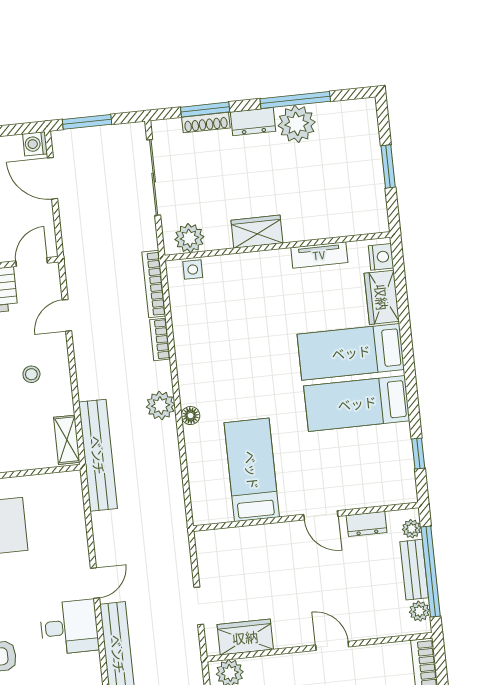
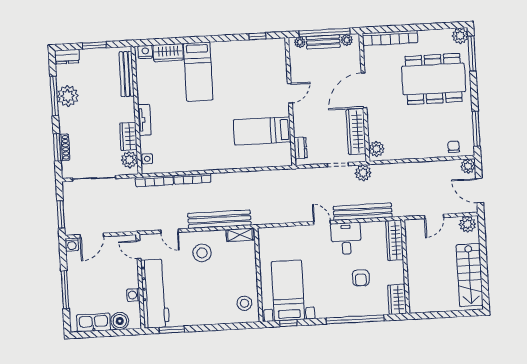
dresser: (253, 122) -> (67, 57), moved, turned 90
bench: (340, 226) -> (127, 74), added
wardrobe: (257, 232) -> (128, 136), moved
tv unit: (319, 255) -> (144, 120), moved
bookcase: (160, 339) -> (192, 179), width x1.56
stool: (31, 374) -> (202, 253), width x1.89, depth x1.89
bed: (357, 403) -> (227, 70), removed
plant: (161, 405) -> (363, 173), moved
floor lamp: (191, 416) -> (230, 164), removed
bench: (98, 455) -> (219, 219), moved
dresser: (367, 524) -> (300, 148), moved
wardrobe: (245, 637) -> (356, 132), width x1.50
door: (332, 646) -> (364, 90), width x1.87

